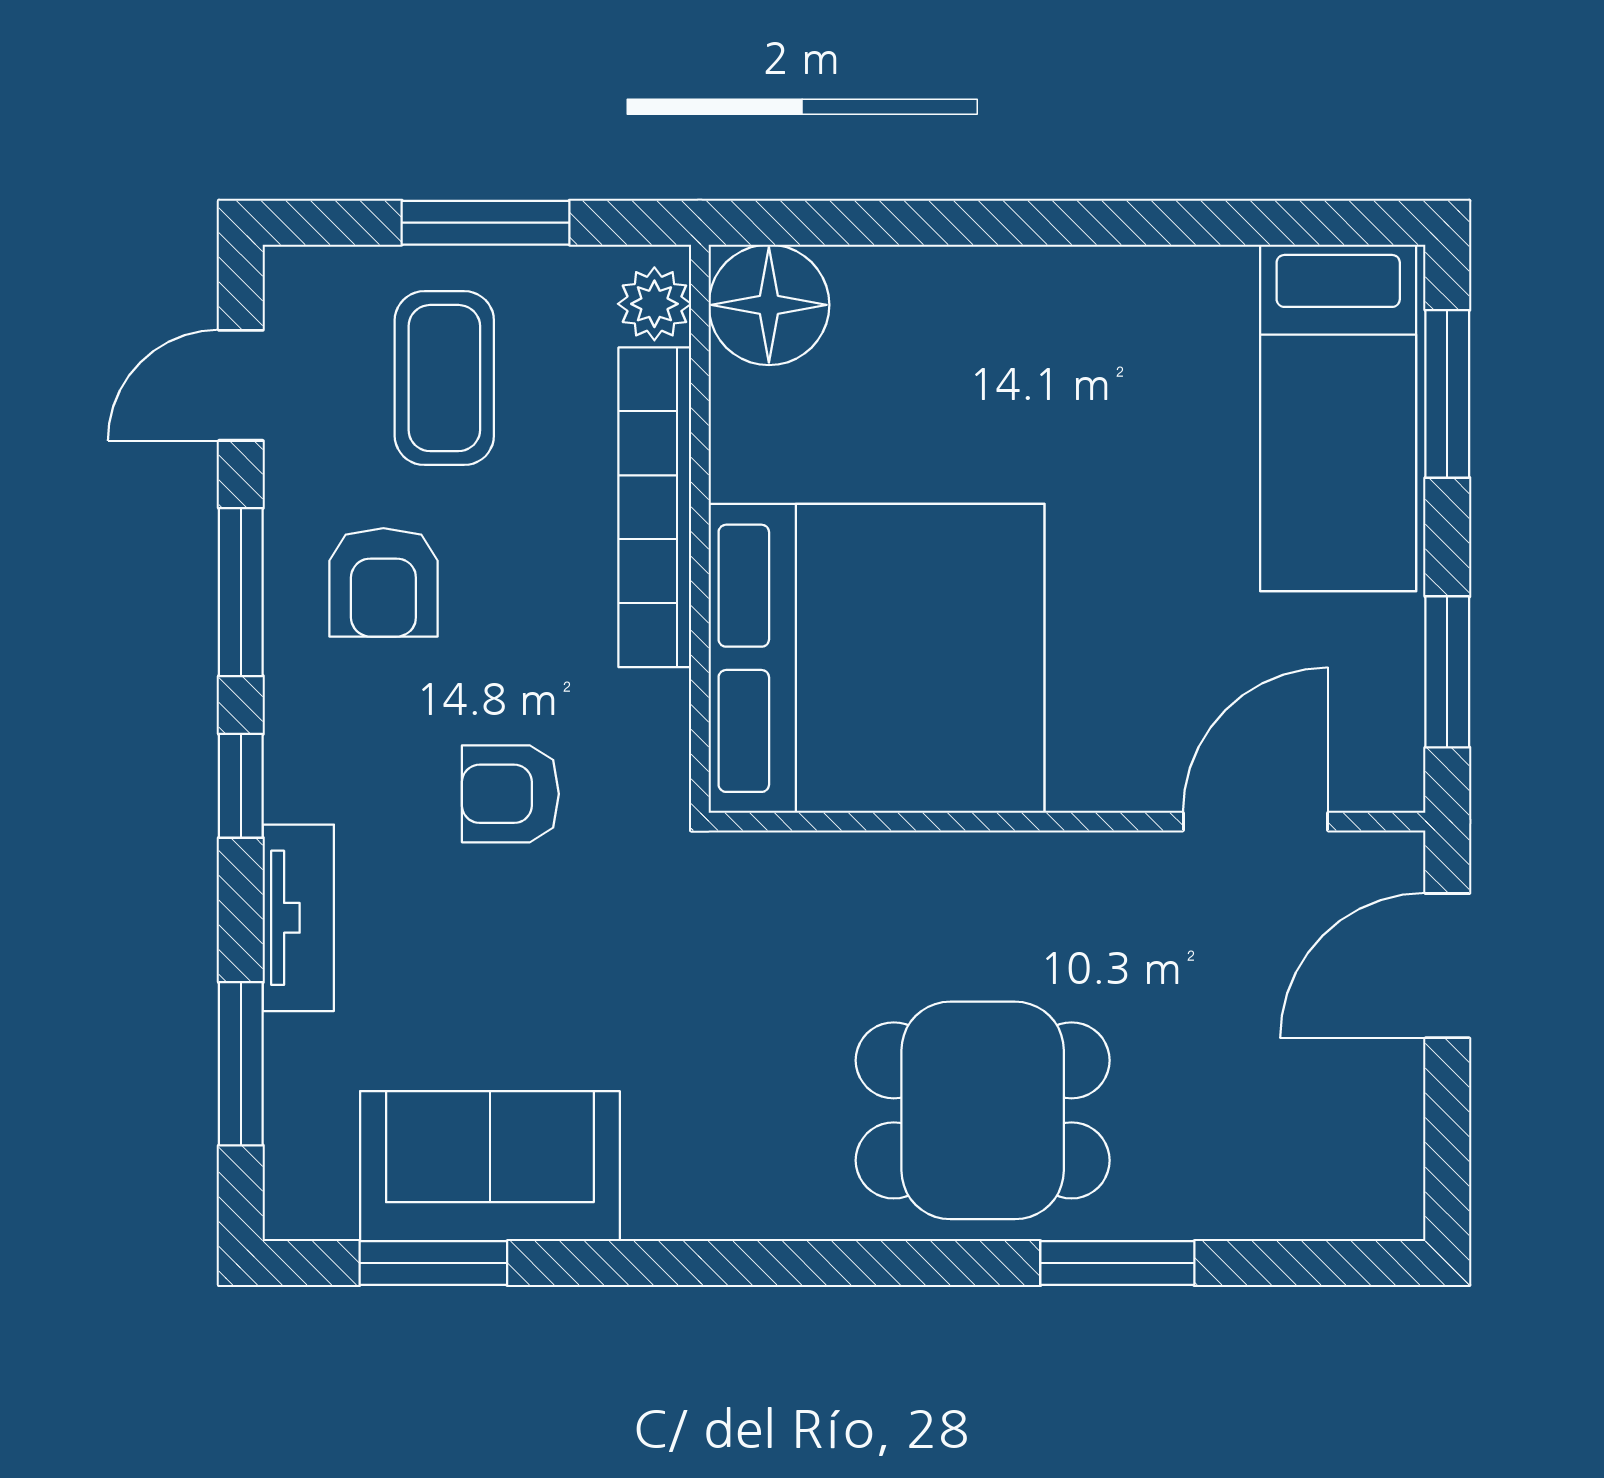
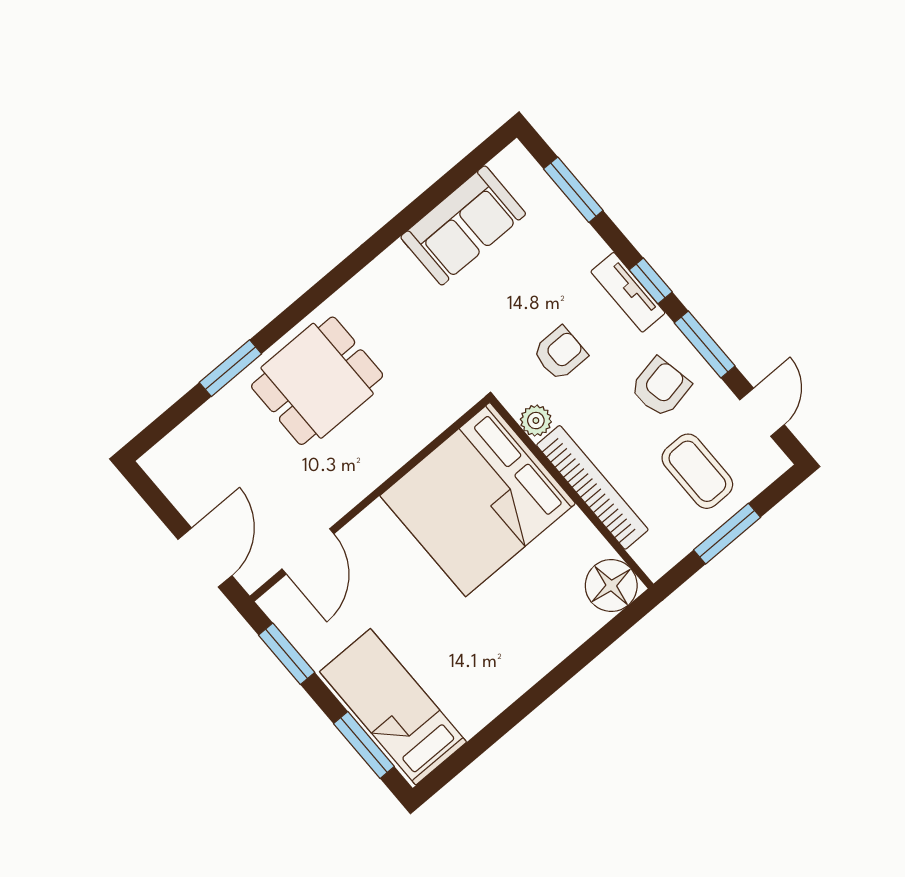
plant: (654, 304) -> (536, 421), moved
armchair: (383, 582) -> (660, 387), turned 79
tv unit: (298, 918) -> (628, 292), moved
window: (433, 1263) -> (455, 178), removed

